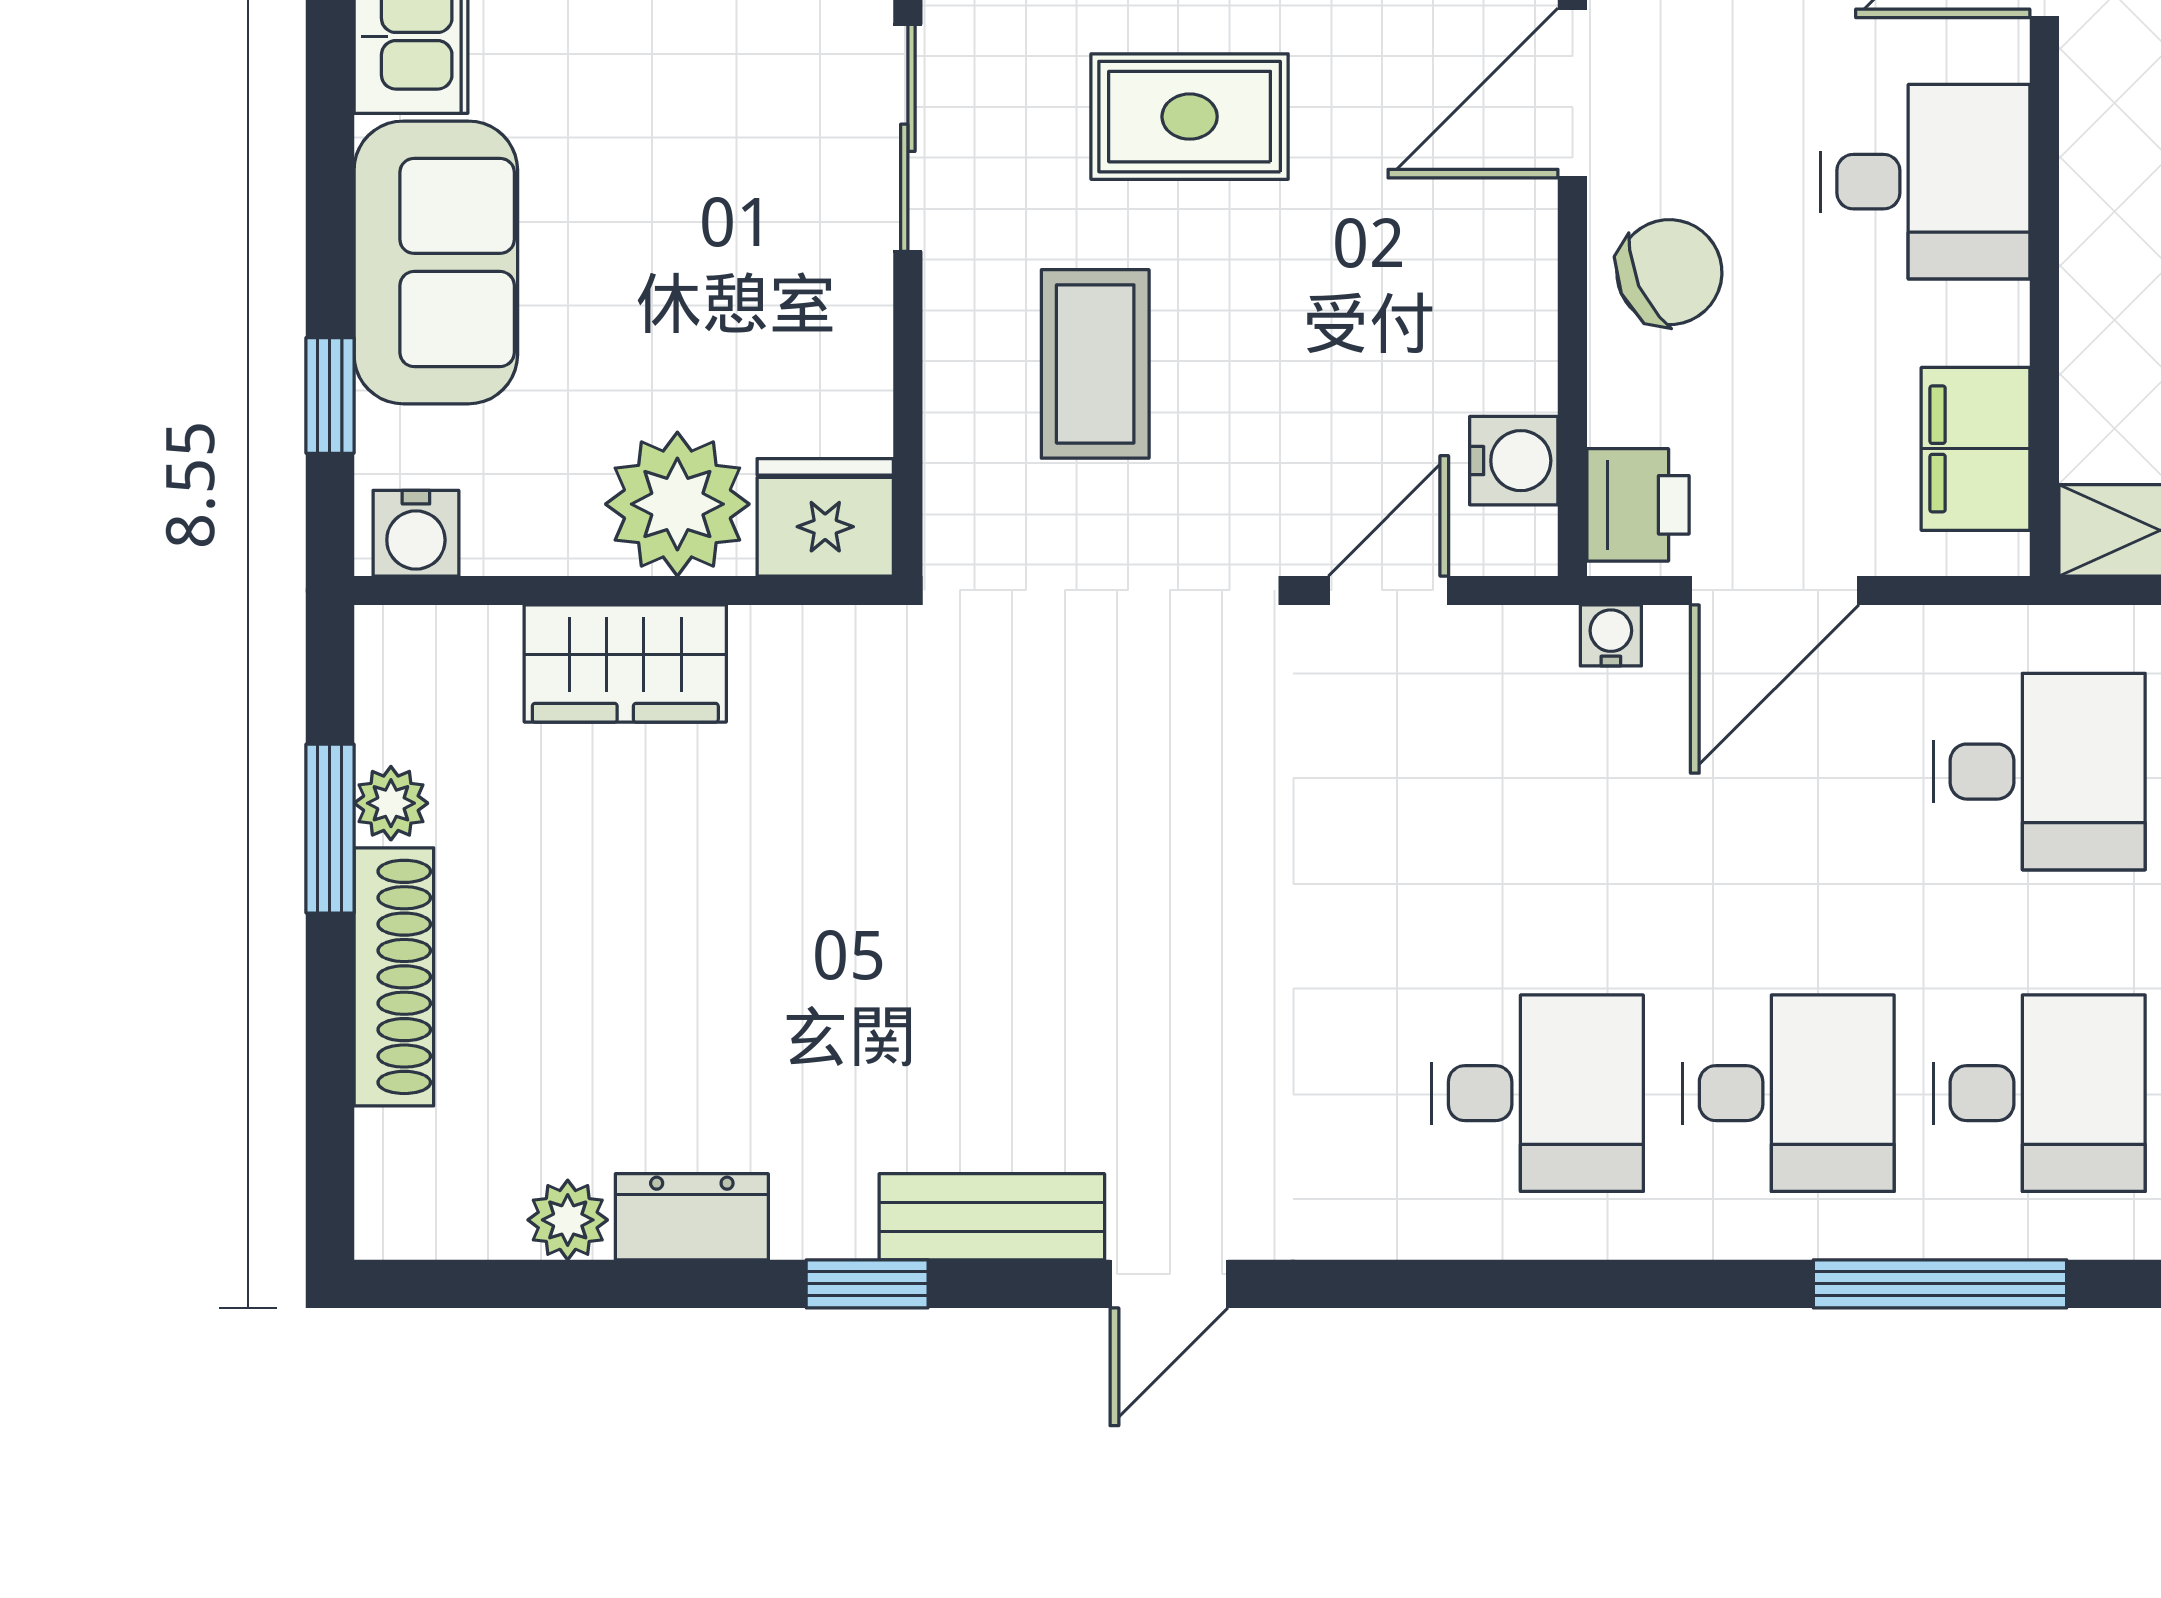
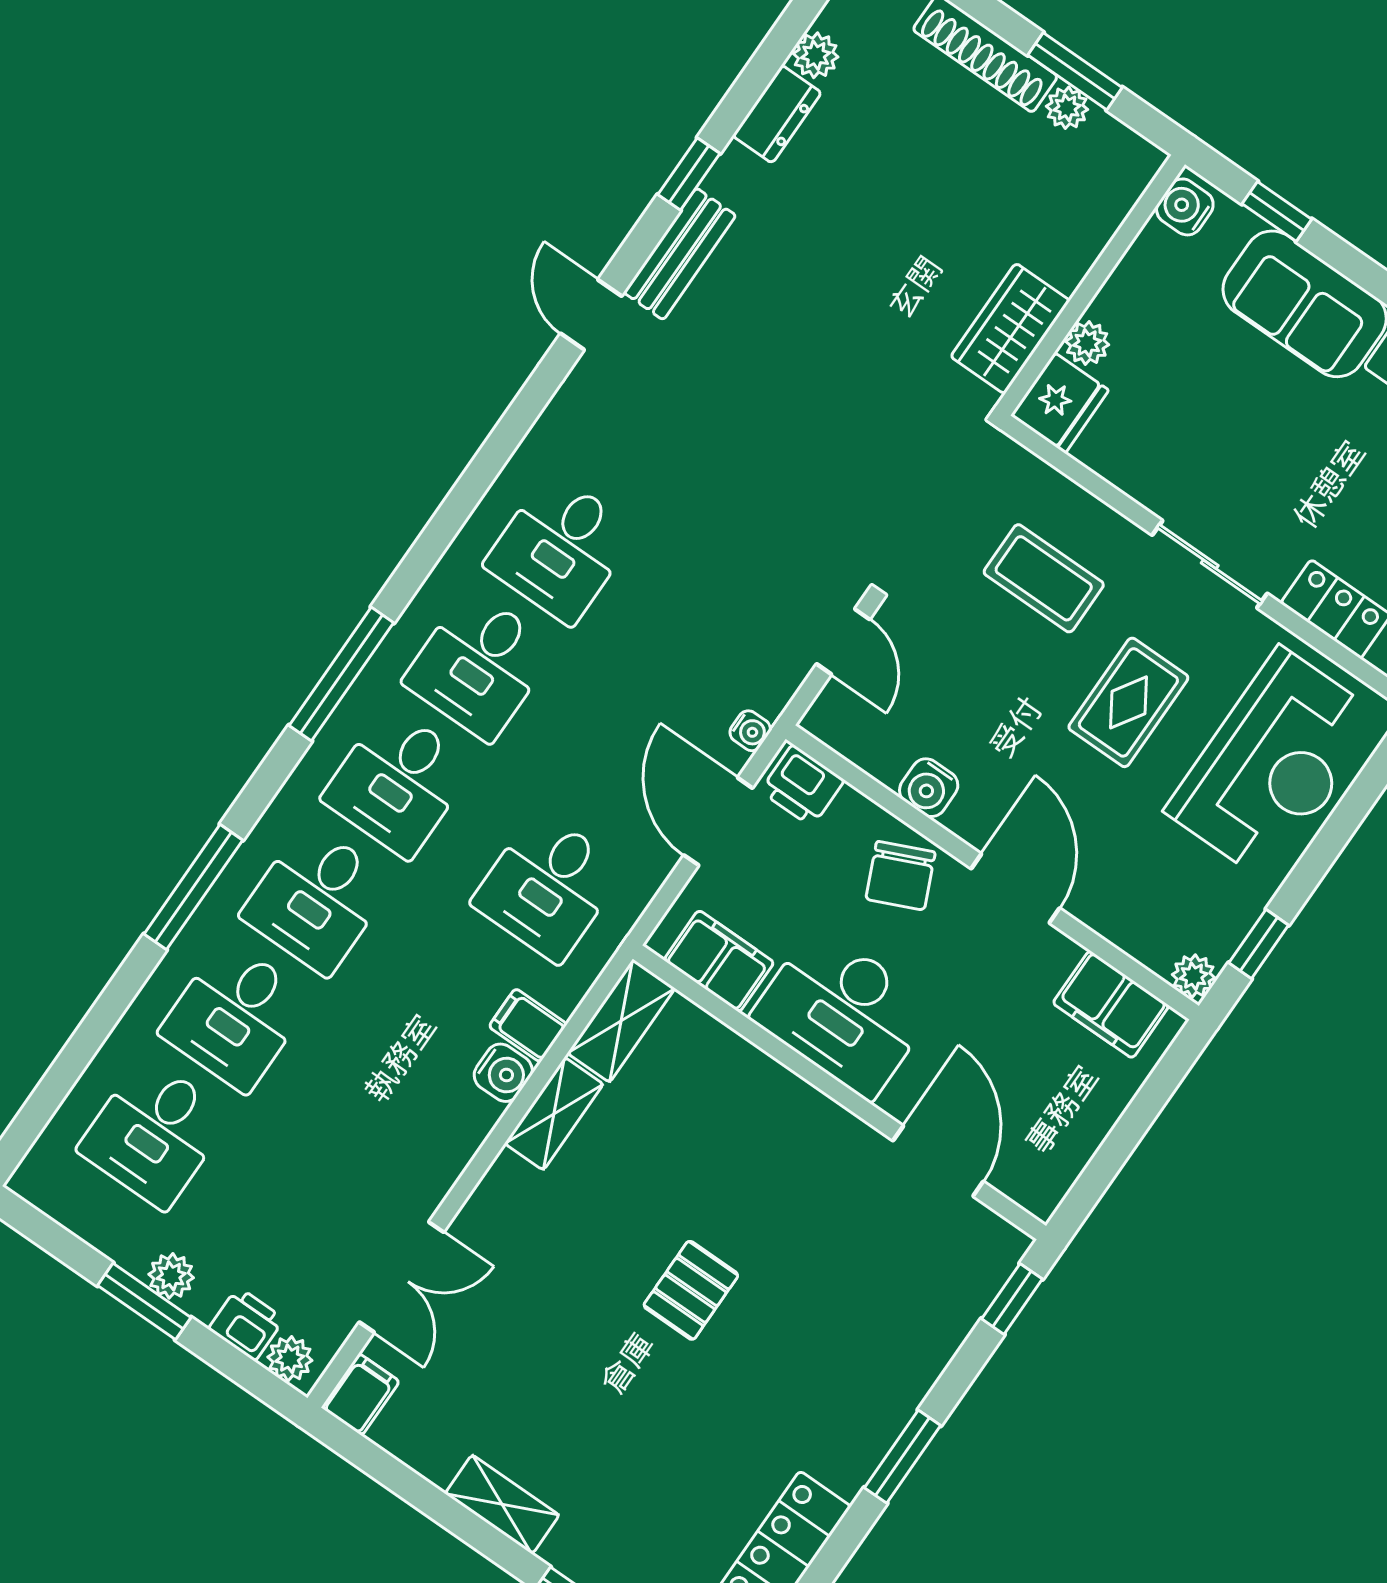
desk: (1925, 182) -> (843, 1012), width x1.37
water cooler: (1514, 461) -> (929, 788), moved
plant: (677, 504) -> (1087, 343), width x0.53, depth x0.53
wardrobe: (625, 664) -> (1010, 329), moved

